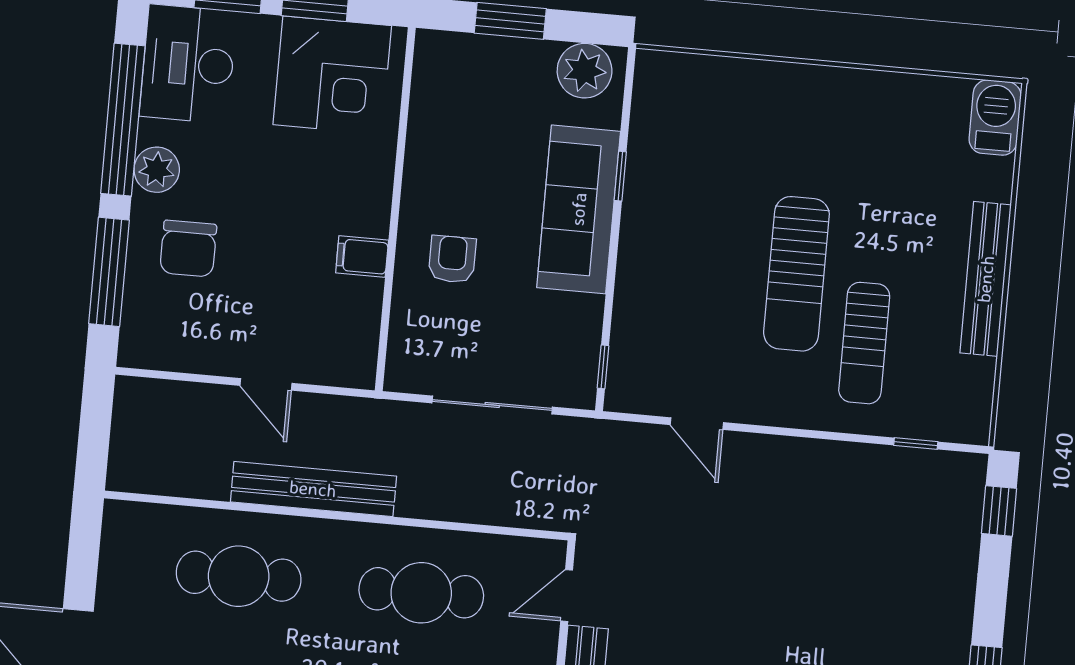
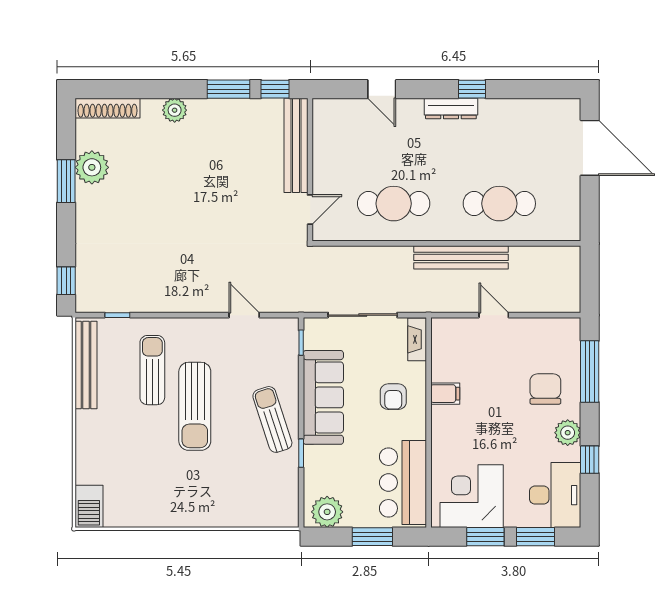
bar counter: (449, 109) -> (403, 483), added
window: (123, 120) -> (590, 460), width x0.32
sofa: (579, 209) -> (323, 397), moved
sun lounger: (665, 239) -> (272, 419), added
sun lounger: (796, 274) -> (195, 406), turned 180
bench: (986, 279) -> (86, 365), moved
fireplace: (402, 355) -> (417, 339), added

